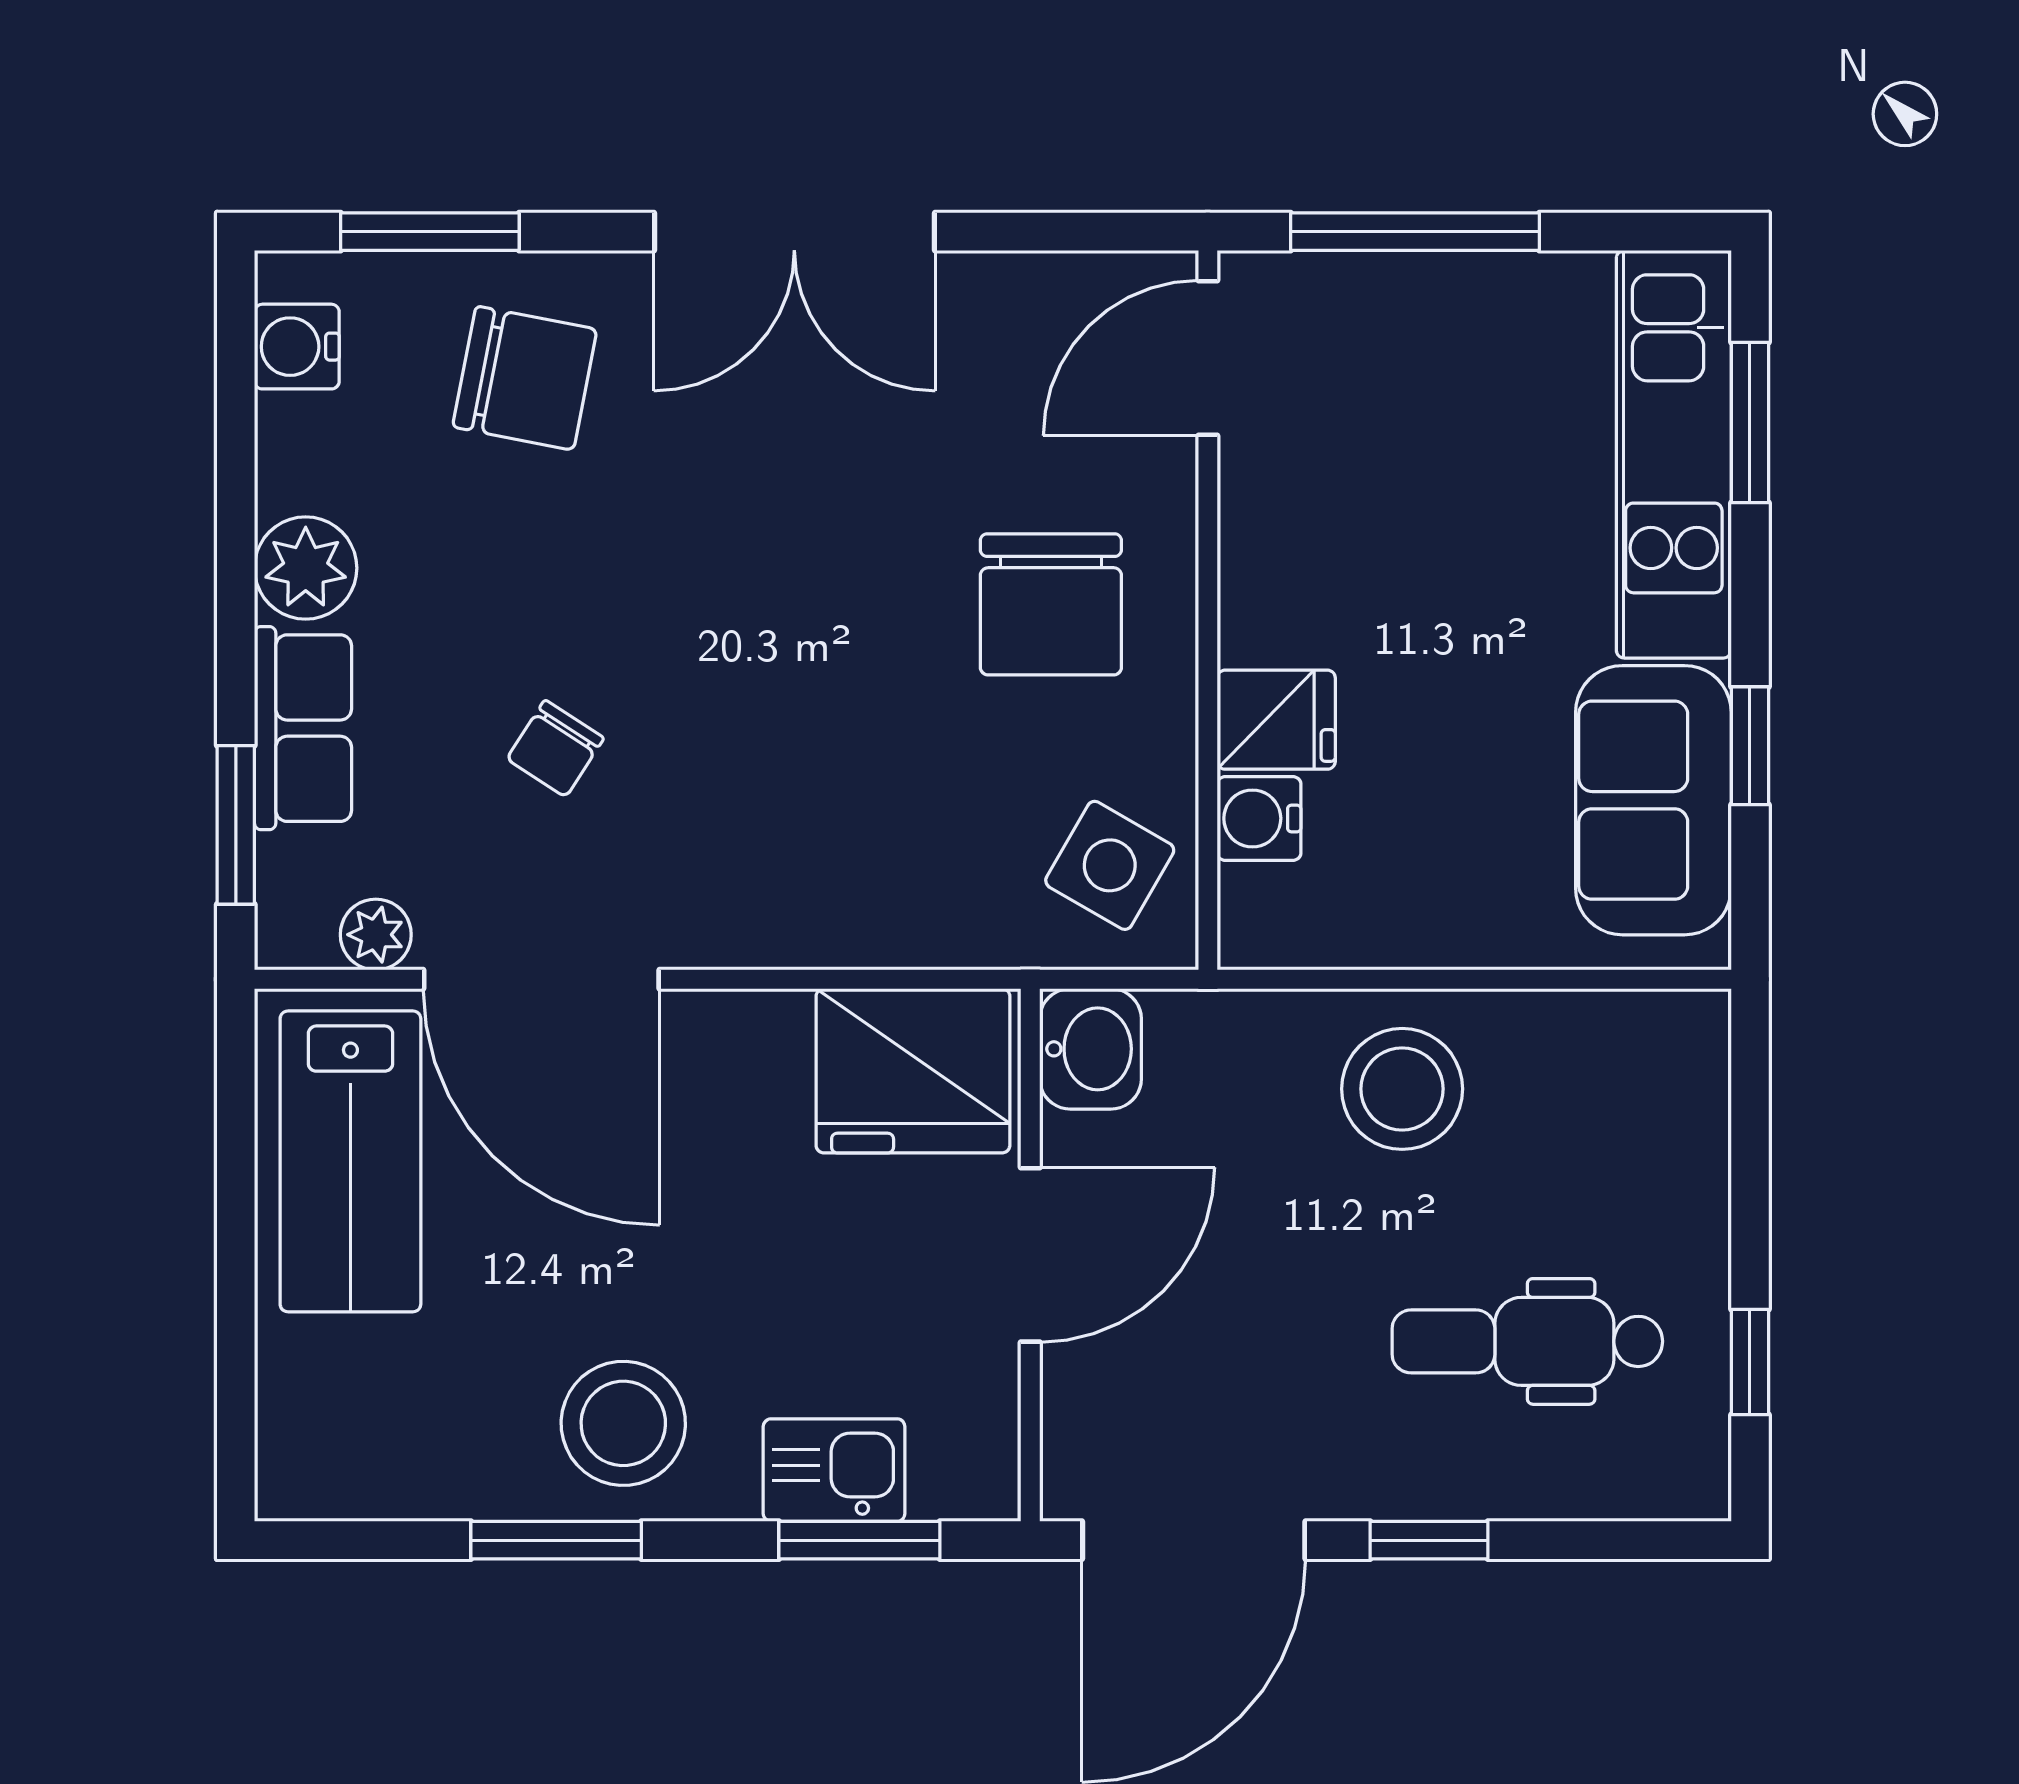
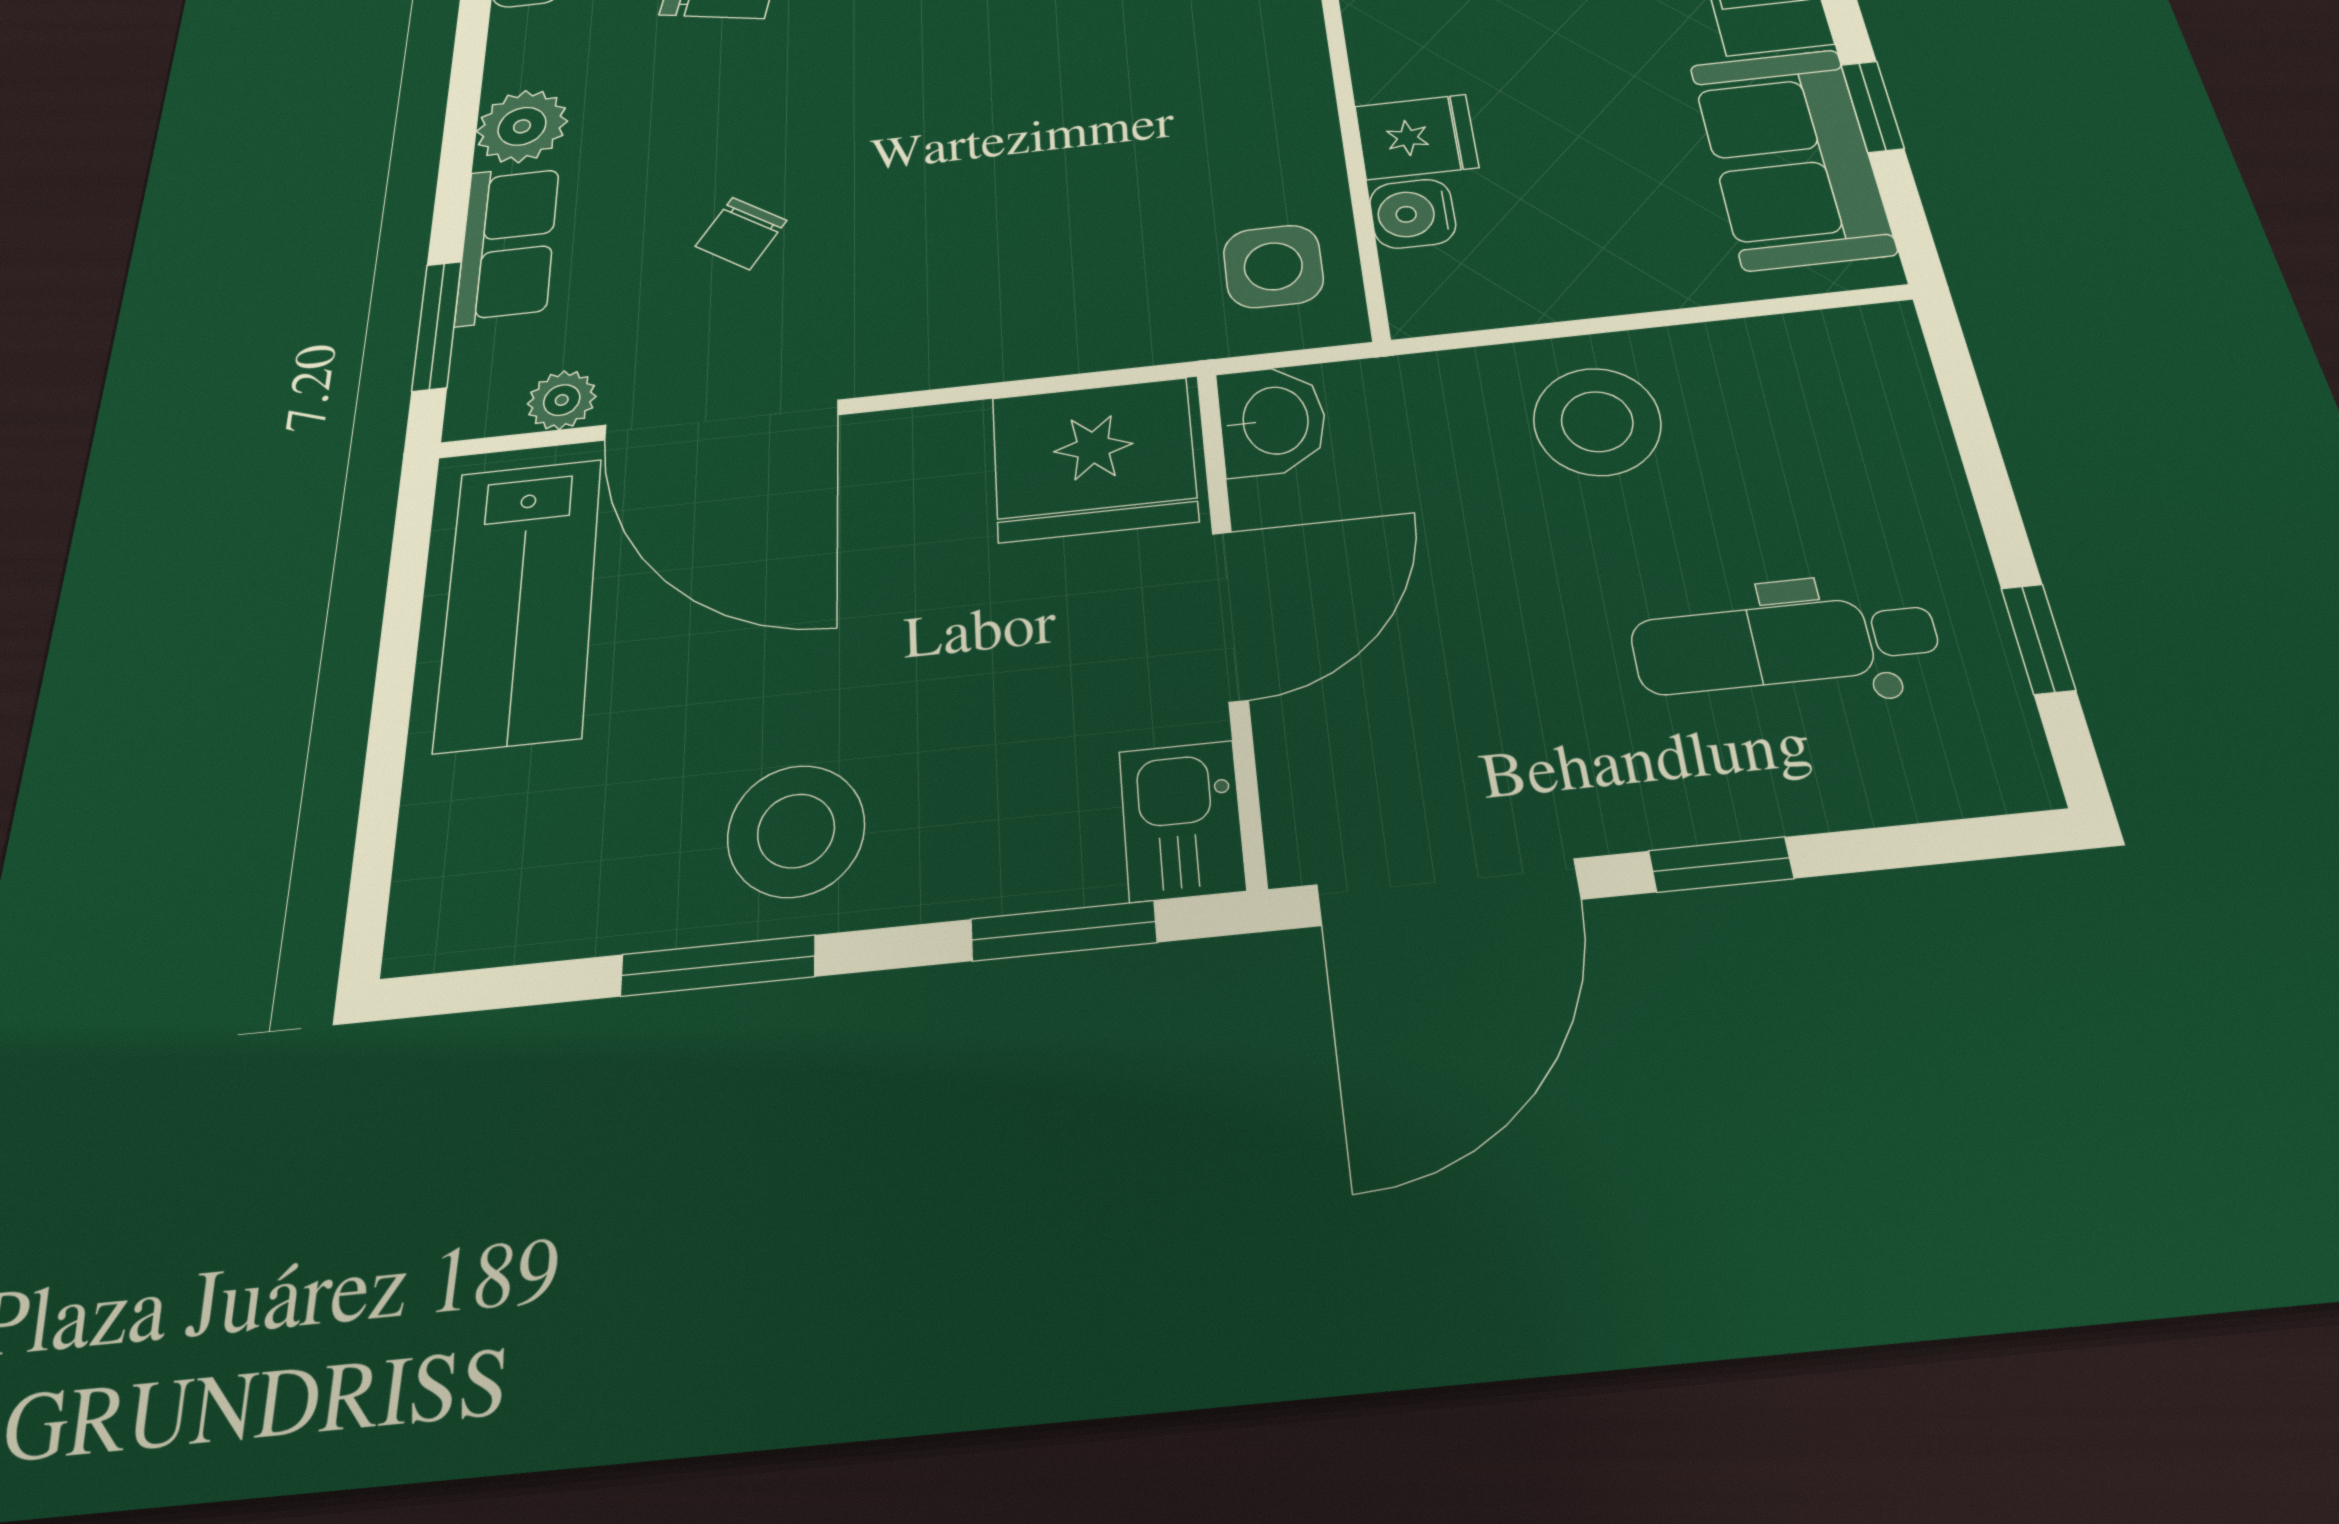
chair: (1051, 604) -> (1195, 77), removed
side table: (1110, 865) -> (1273, 266), turned -30
kitchen sink: (834, 1470) -> (1182, 820), moved, turned -90

